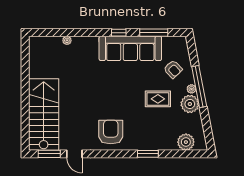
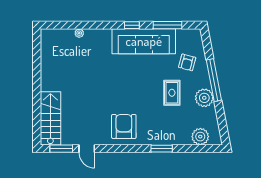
armchair: (173, 69) -> (187, 62), turned 59
plant: (191, 89) -> (206, 82), removed
rug: (158, 99) -> (172, 93), turned 90
stairs: (44, 115) -> (50, 118), width x0.73, depth x0.66

